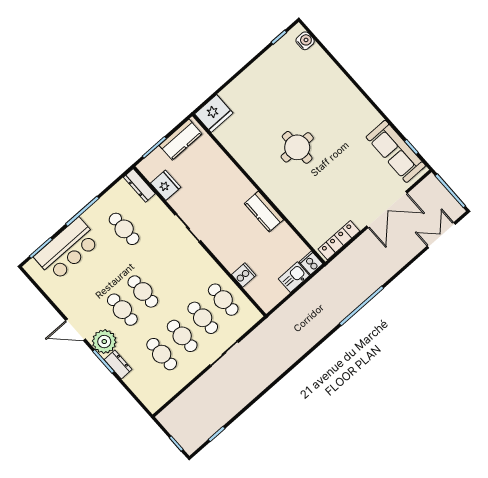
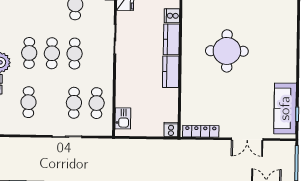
round table: (297, 147) -> (227, 51), width x1.36, depth x1.36
kitchen counter: (238, 182) -> (171, 39), added
double door: (387, 210) -> (247, 139), width x0.73
cooker: (244, 275) -> (172, 16), moved, turned 180
kitchen sink: (294, 277) -> (123, 118), moved, turned 90
cafe table: (182, 336) -> (75, 54), moved

